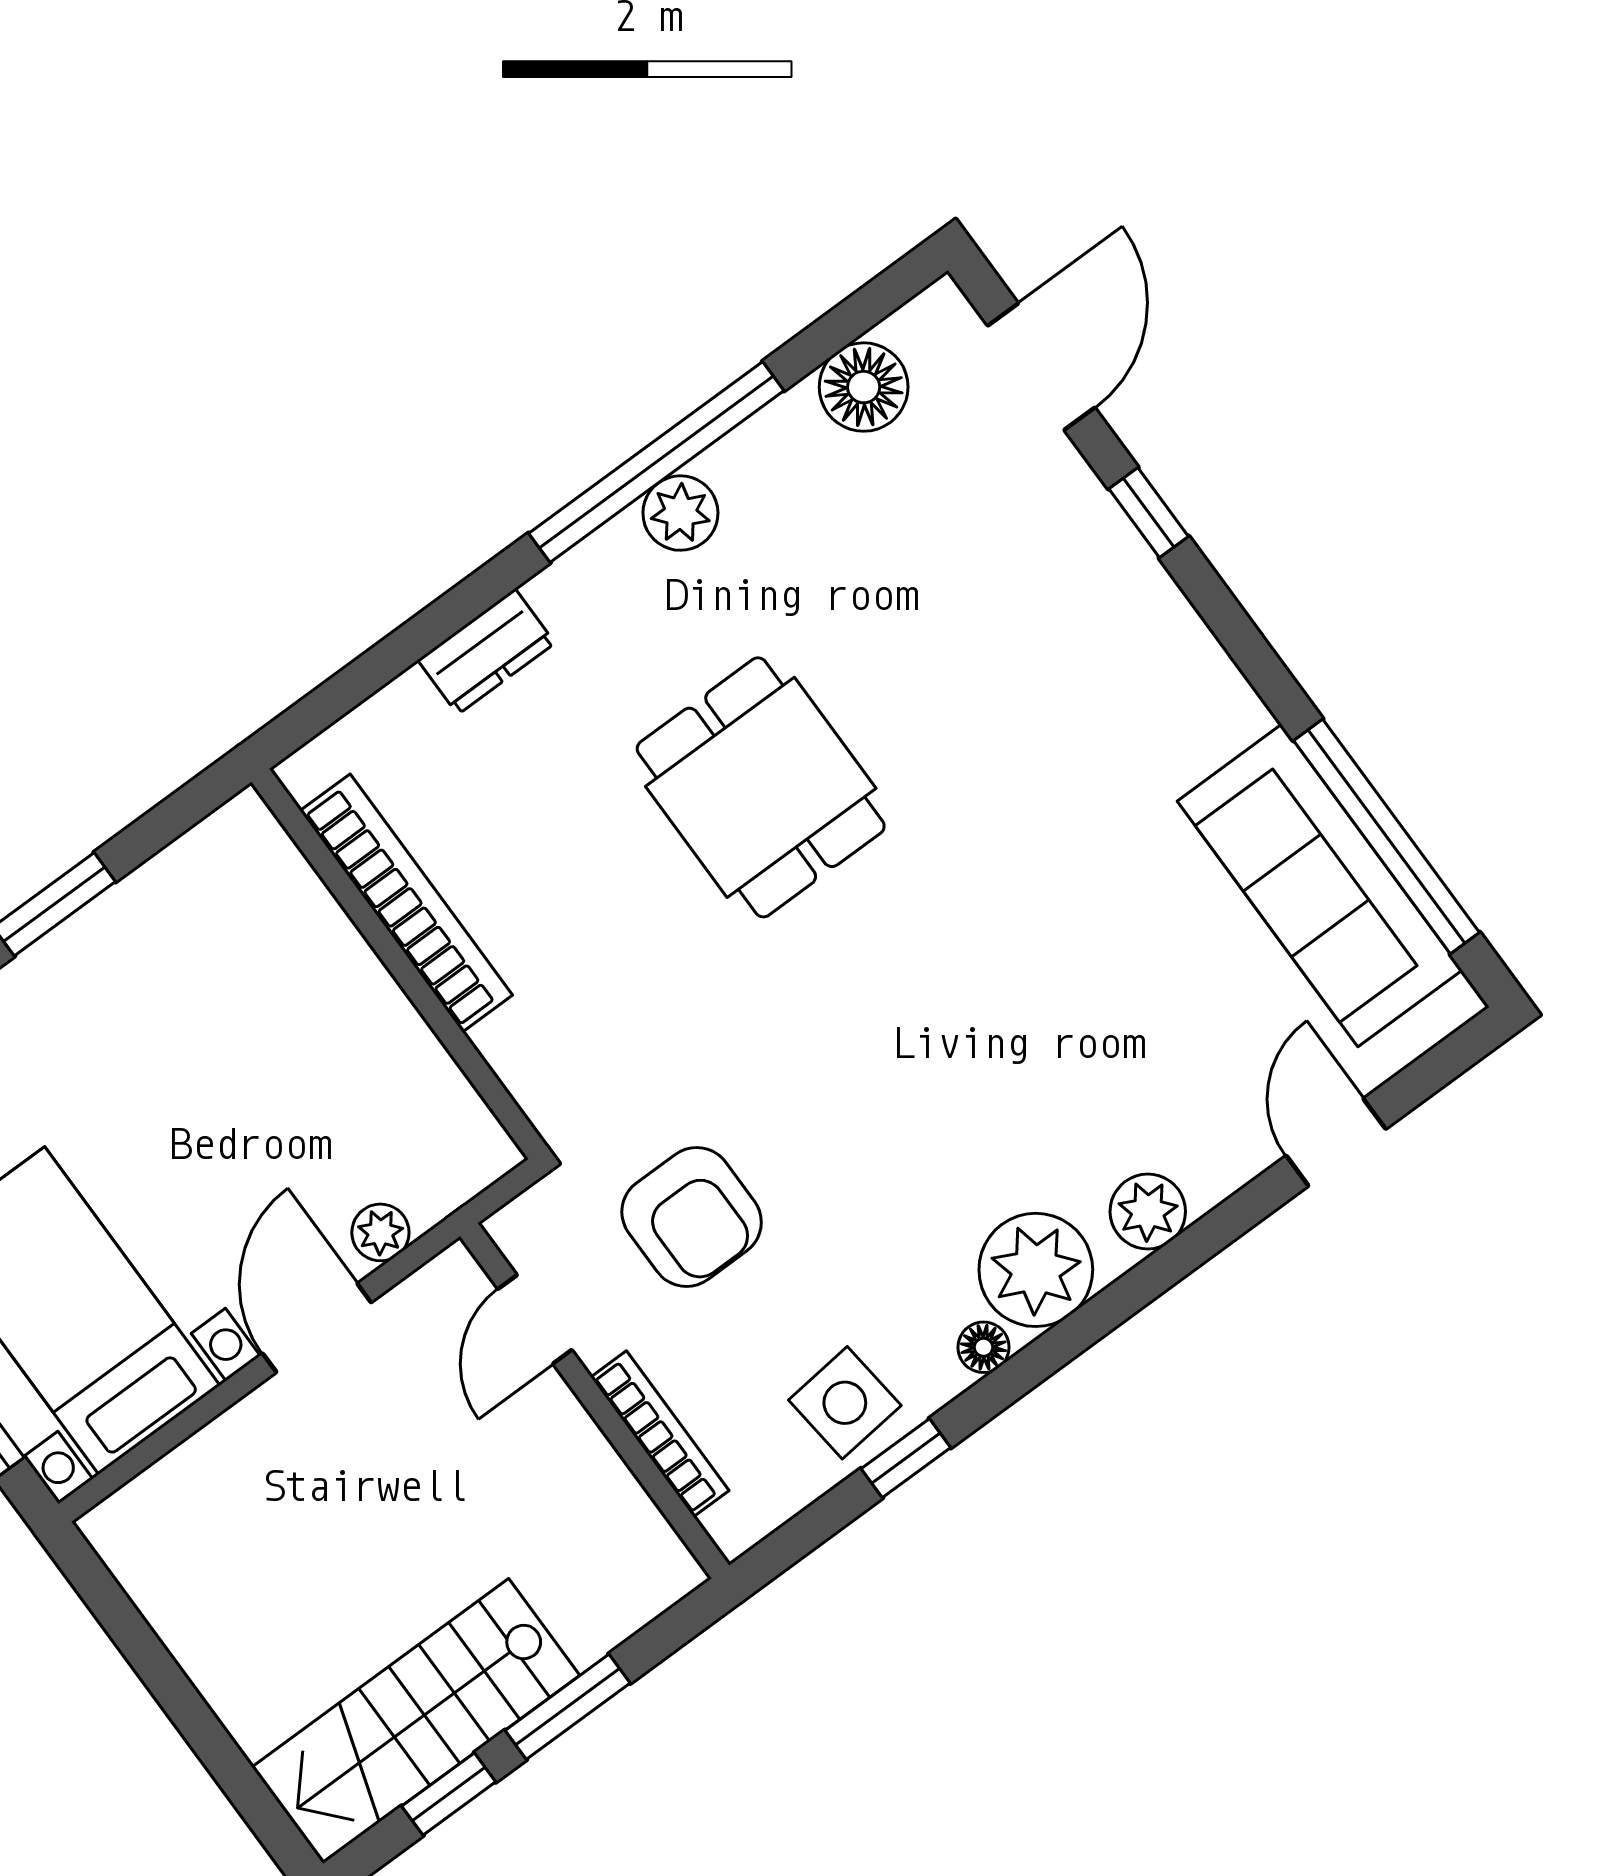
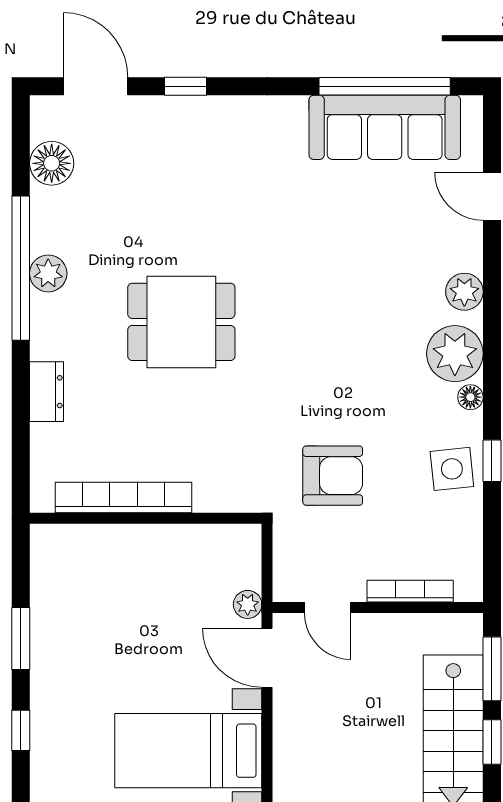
door: (535, 1319) -> (328, 608), moved
wall: (595, 1401) -> (378, 608), moved
bookcase: (660, 1434) -> (410, 591), moved

